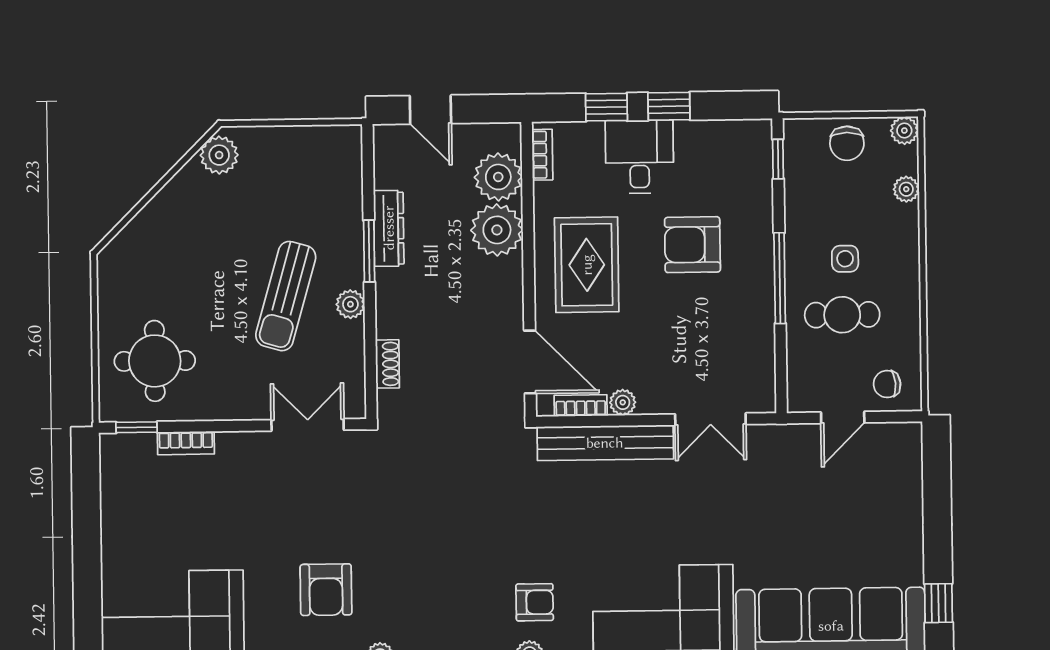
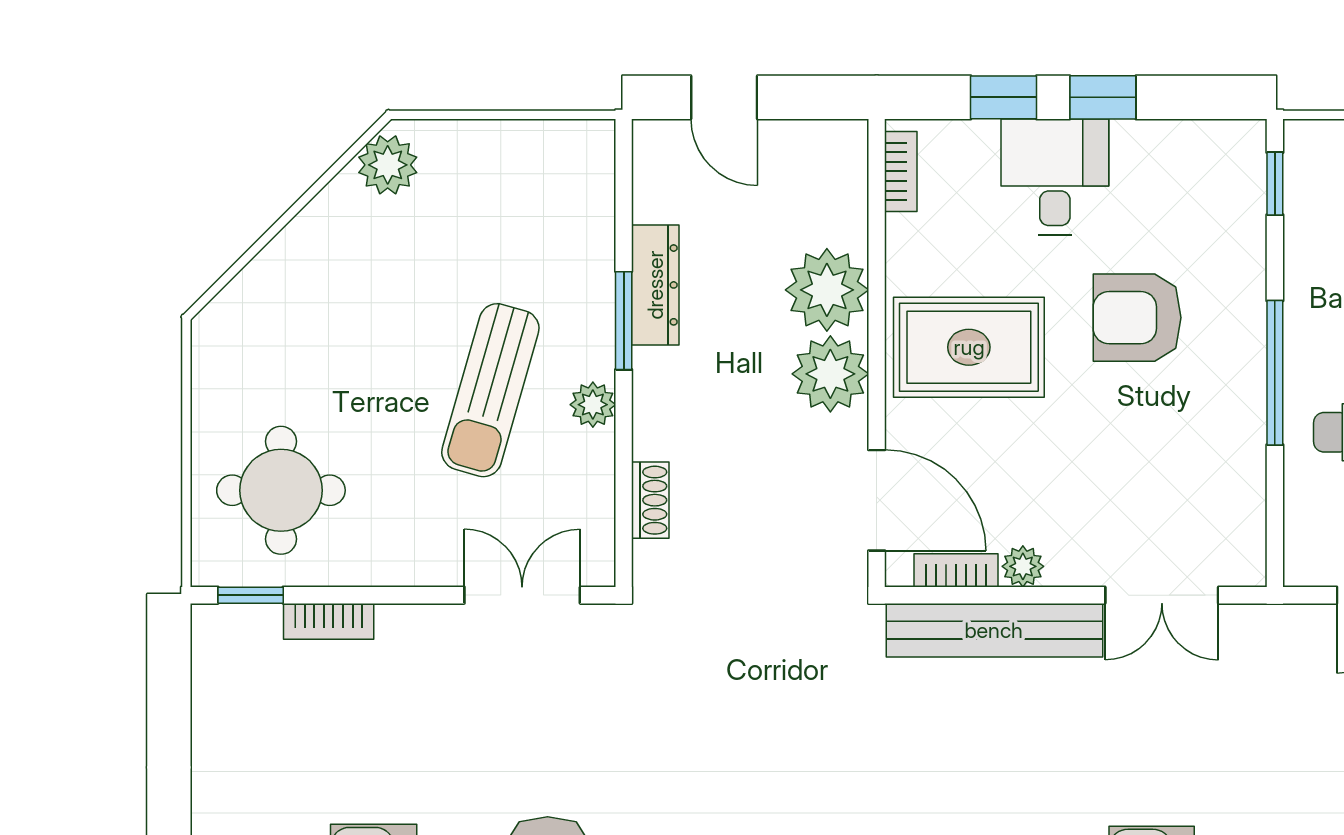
plant: (498, 177) -> (830, 374), moved
rug: (587, 265) -> (969, 347), turned 90

